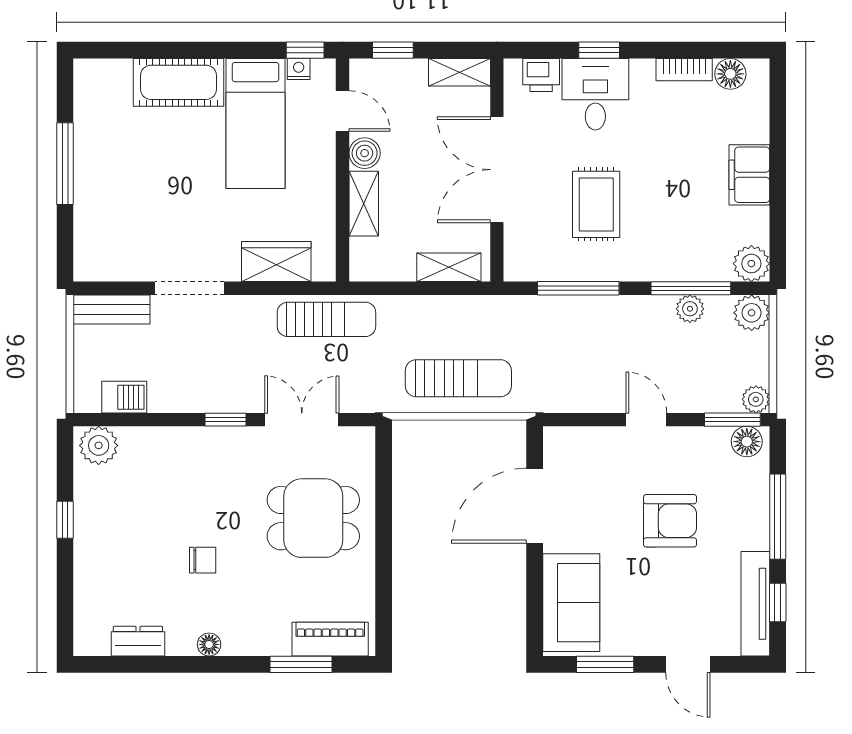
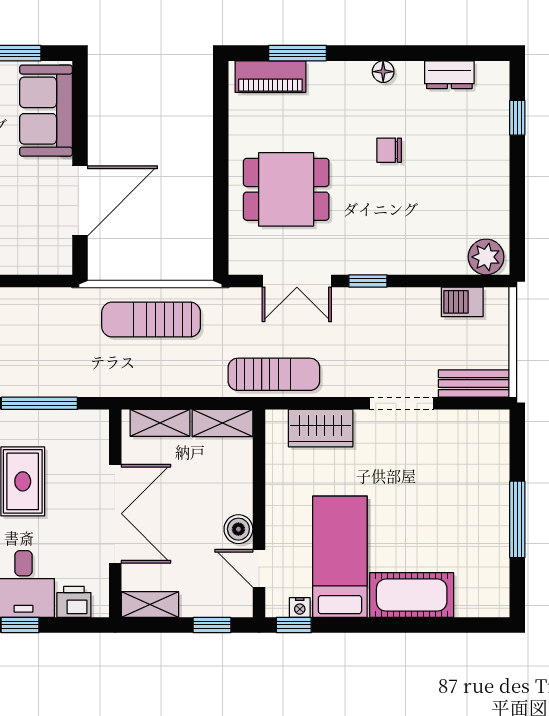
shelving: (364, 204) -> (223, 423), moved, turned 90
sun lounger: (326, 319) -> (274, 374), turned 180
window: (65, 520) -> (517, 118), moved

